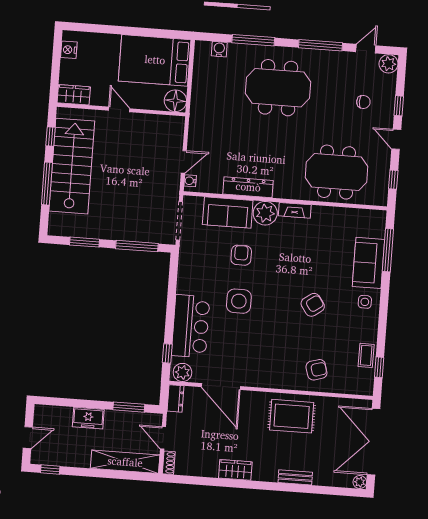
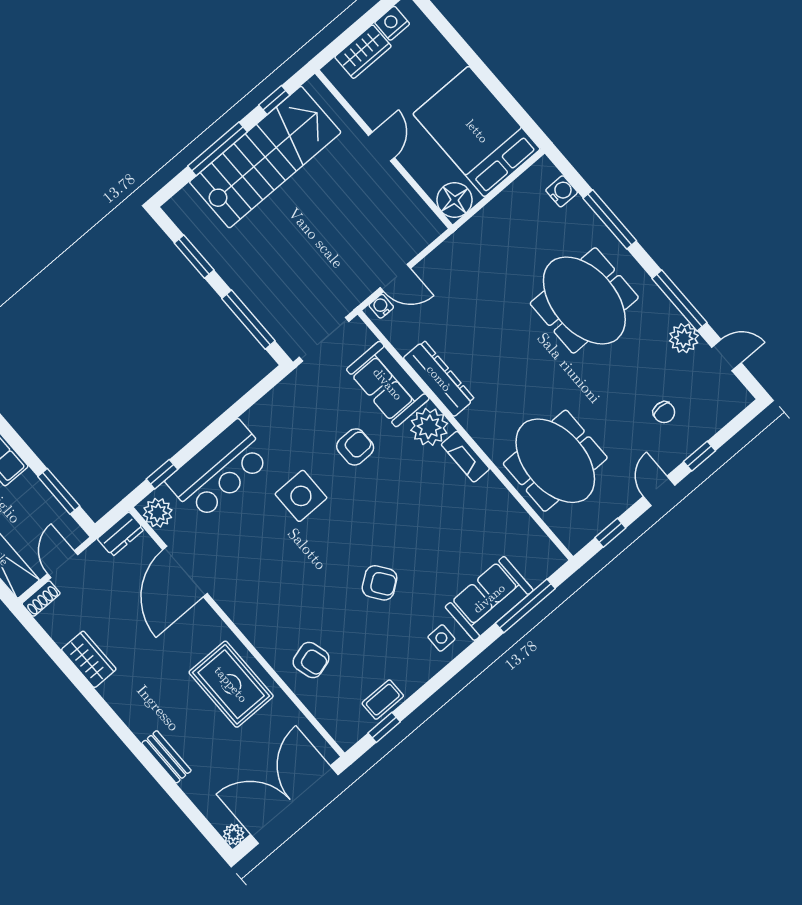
plant: (388, 64) -> (684, 338), moved
wardrobe: (74, 95) -> (363, 52), moved, turned 90
wardrobe: (235, 470) -> (89, 659), moved

